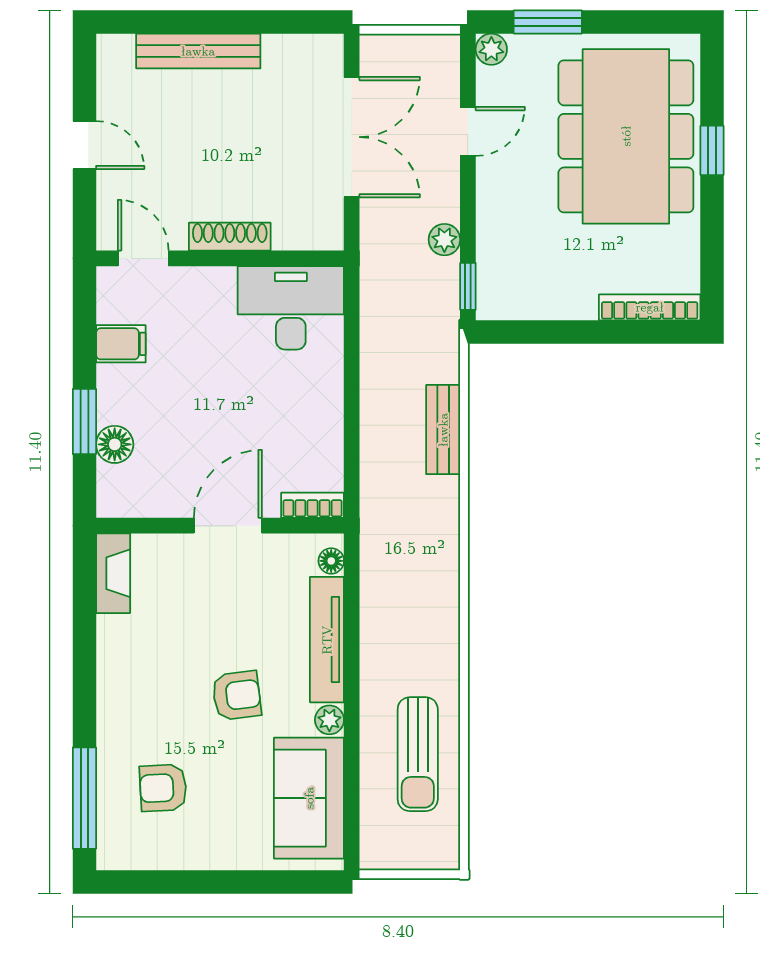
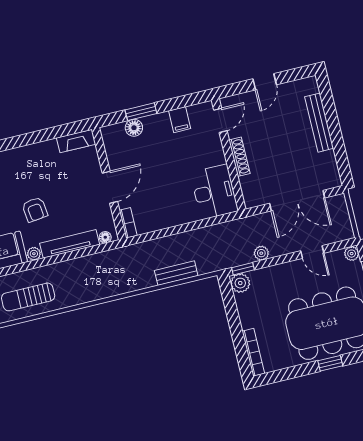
plant: (497, 299) -> (240, 283), added
door: (228, 526) -> (110, 187), hinge flipped

